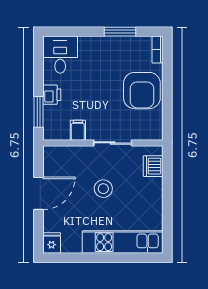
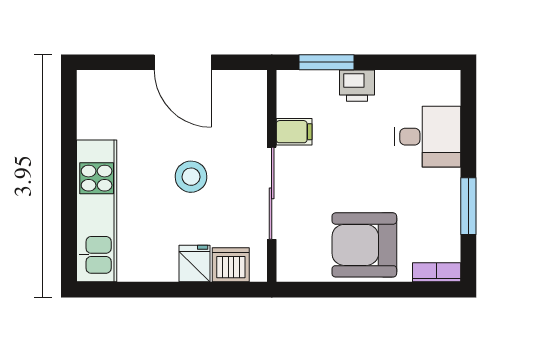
desk: (60, 55) -> (428, 137), moved
sliding door: (113, 143) -> (272, 193), width x1.37
fridge: (52, 243) -> (195, 263), moved, turned -90

